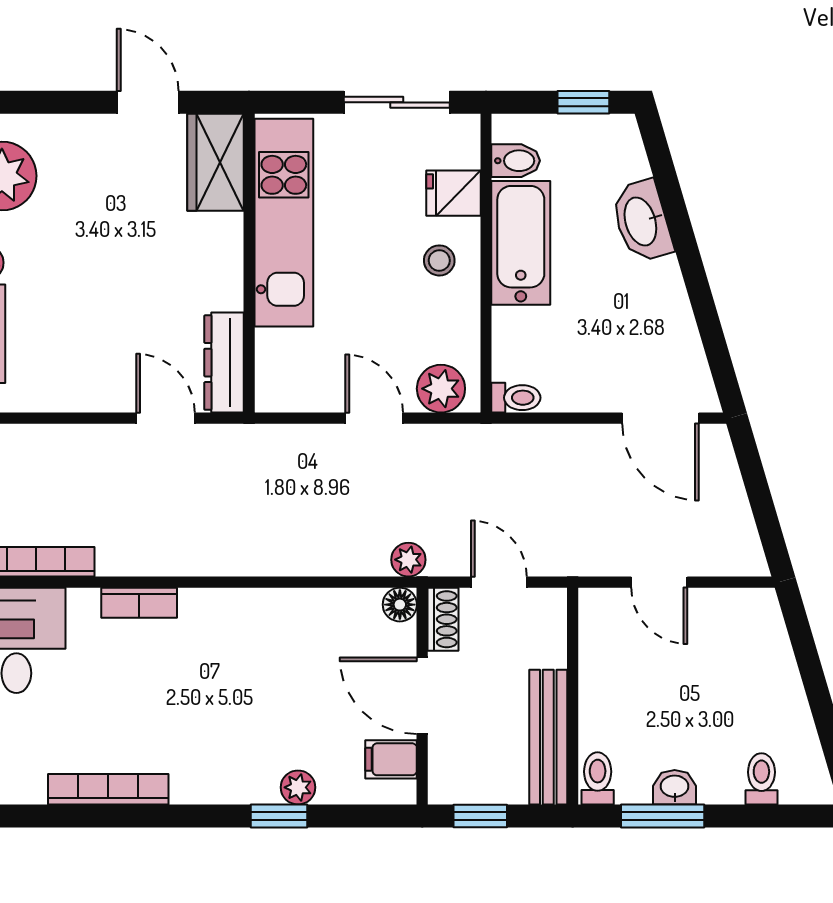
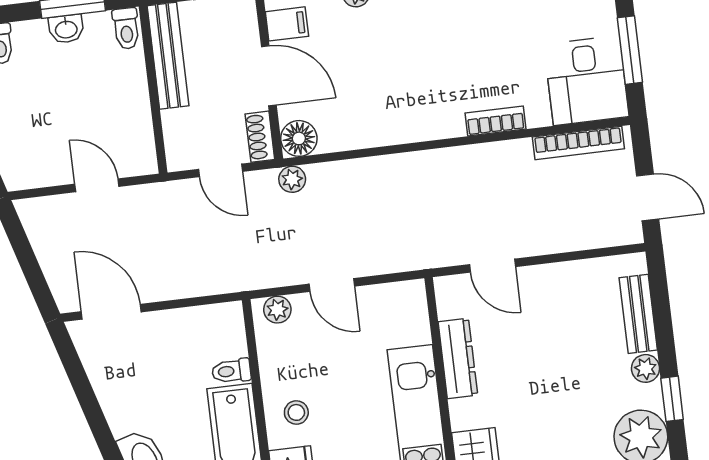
dresser: (224, 363) -> (458, 358), moved
plant: (441, 389) -> (277, 310), width x0.73, depth x0.73
toilet: (516, 398) -> (231, 371), moved
floor lamp: (400, 605) -> (299, 138), width x1.37, depth x1.37

